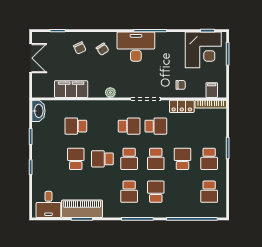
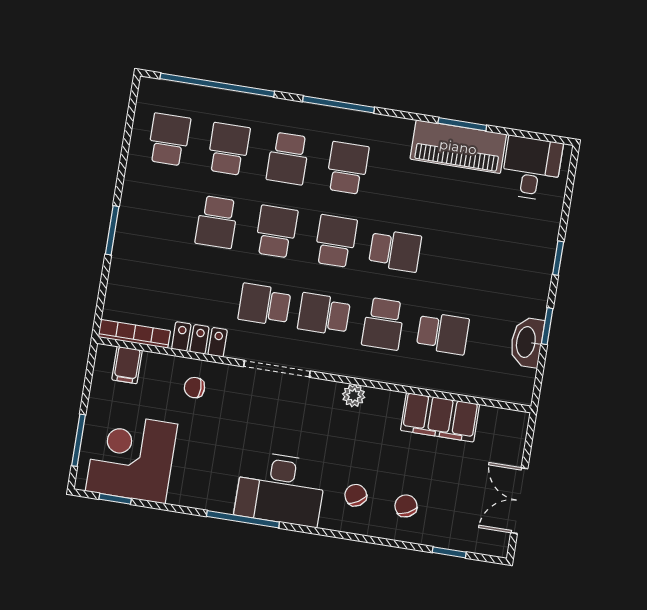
washbasin: (38, 111) -> (527, 342), moved
school desk: (76, 159) -> (383, 324), moved
school desk: (209, 159) -> (228, 149), moved

